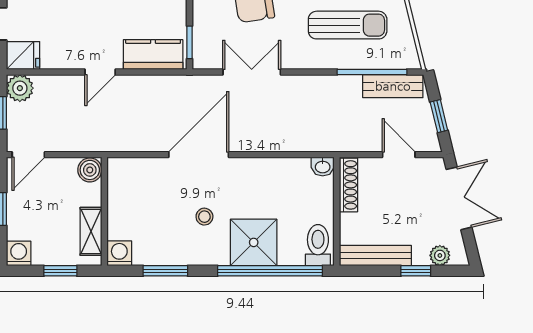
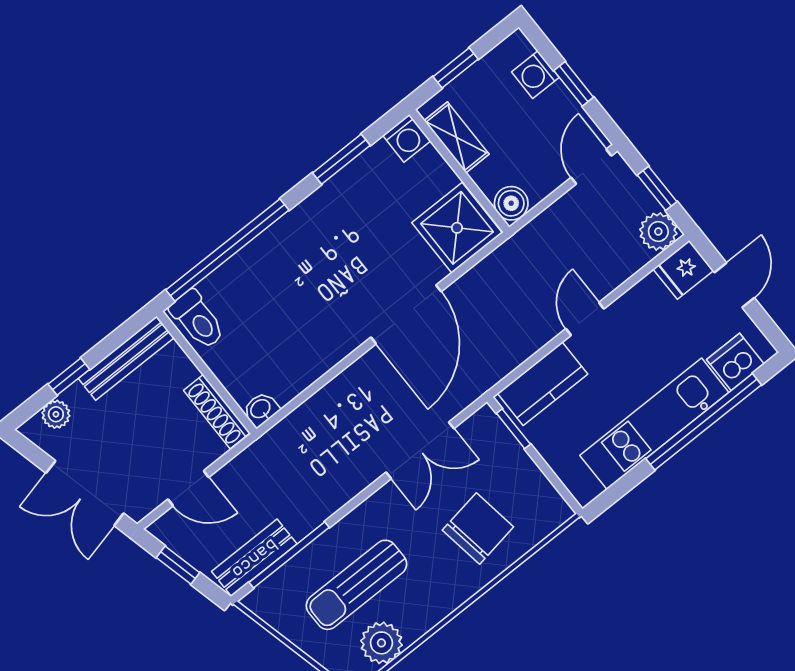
stool: (204, 217) -> (346, 252), removed
shower: (254, 242) -> (457, 228), moved
washing machine: (19, 253) -> (535, 75), moved, turned 90

